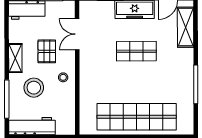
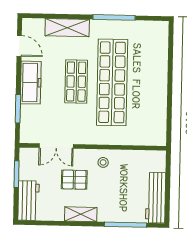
shelving: (186, 27) -> (67, 28), moved
stool: (34, 88) -> (114, 195), removed
shop shelf: (137, 117) -> (112, 82), moved

